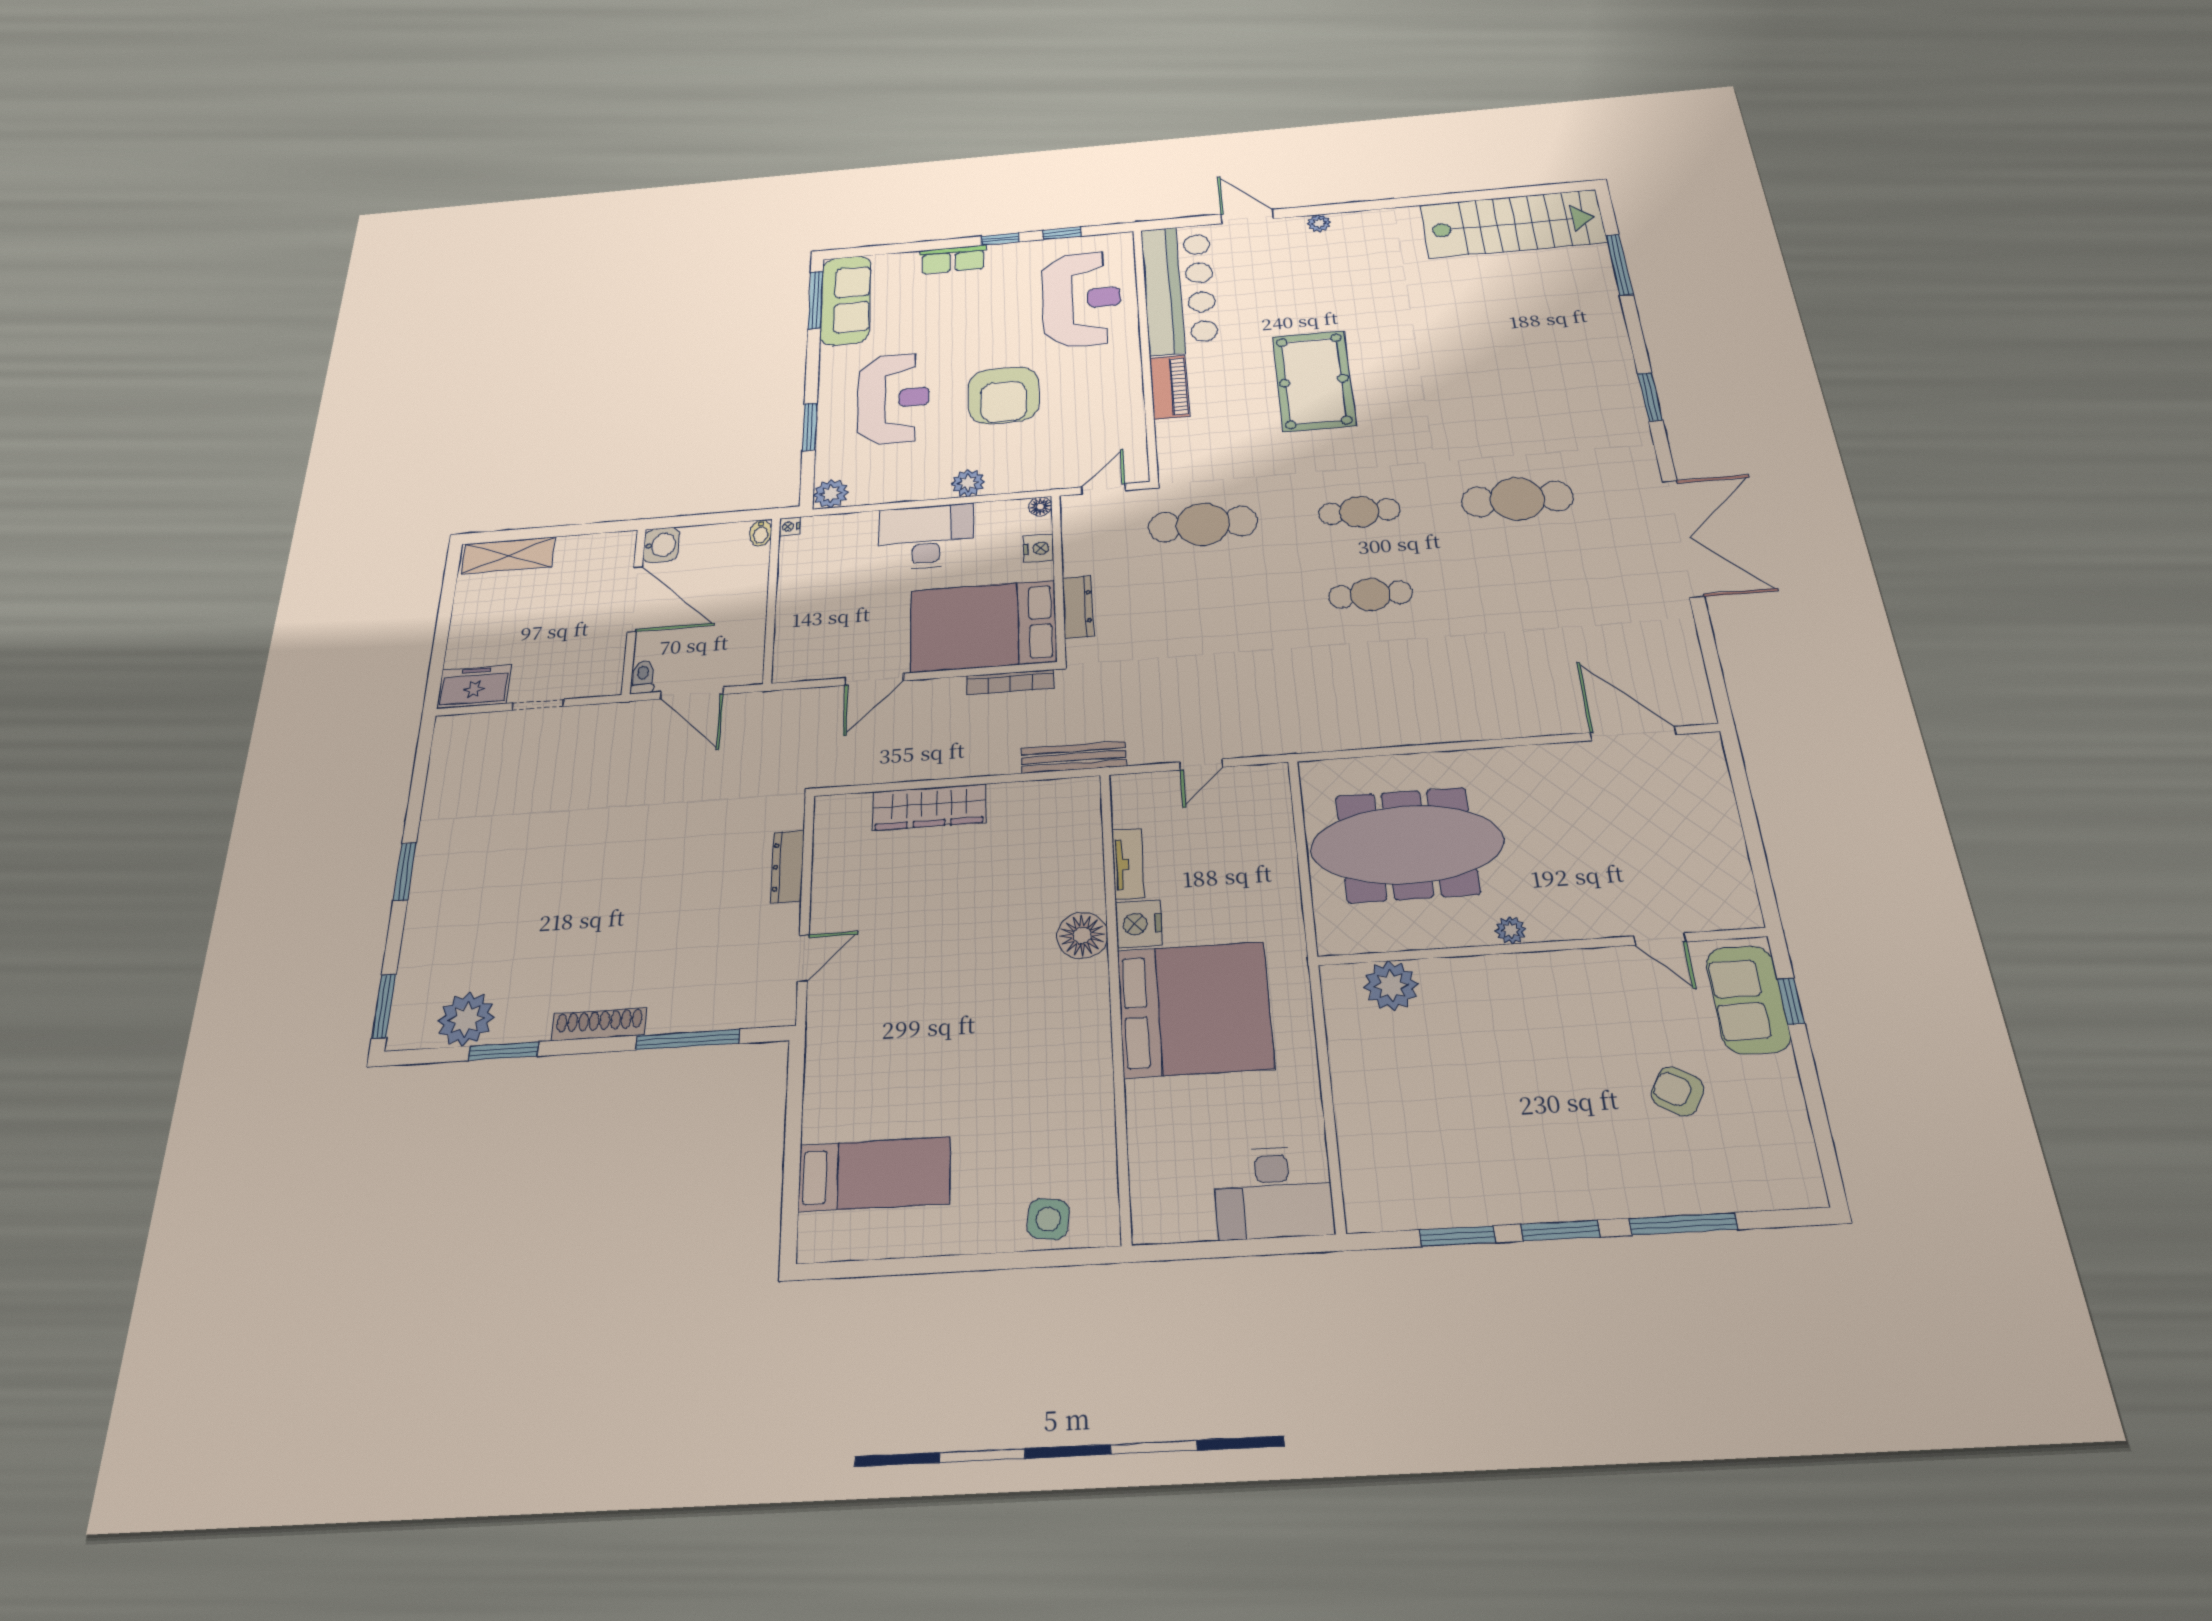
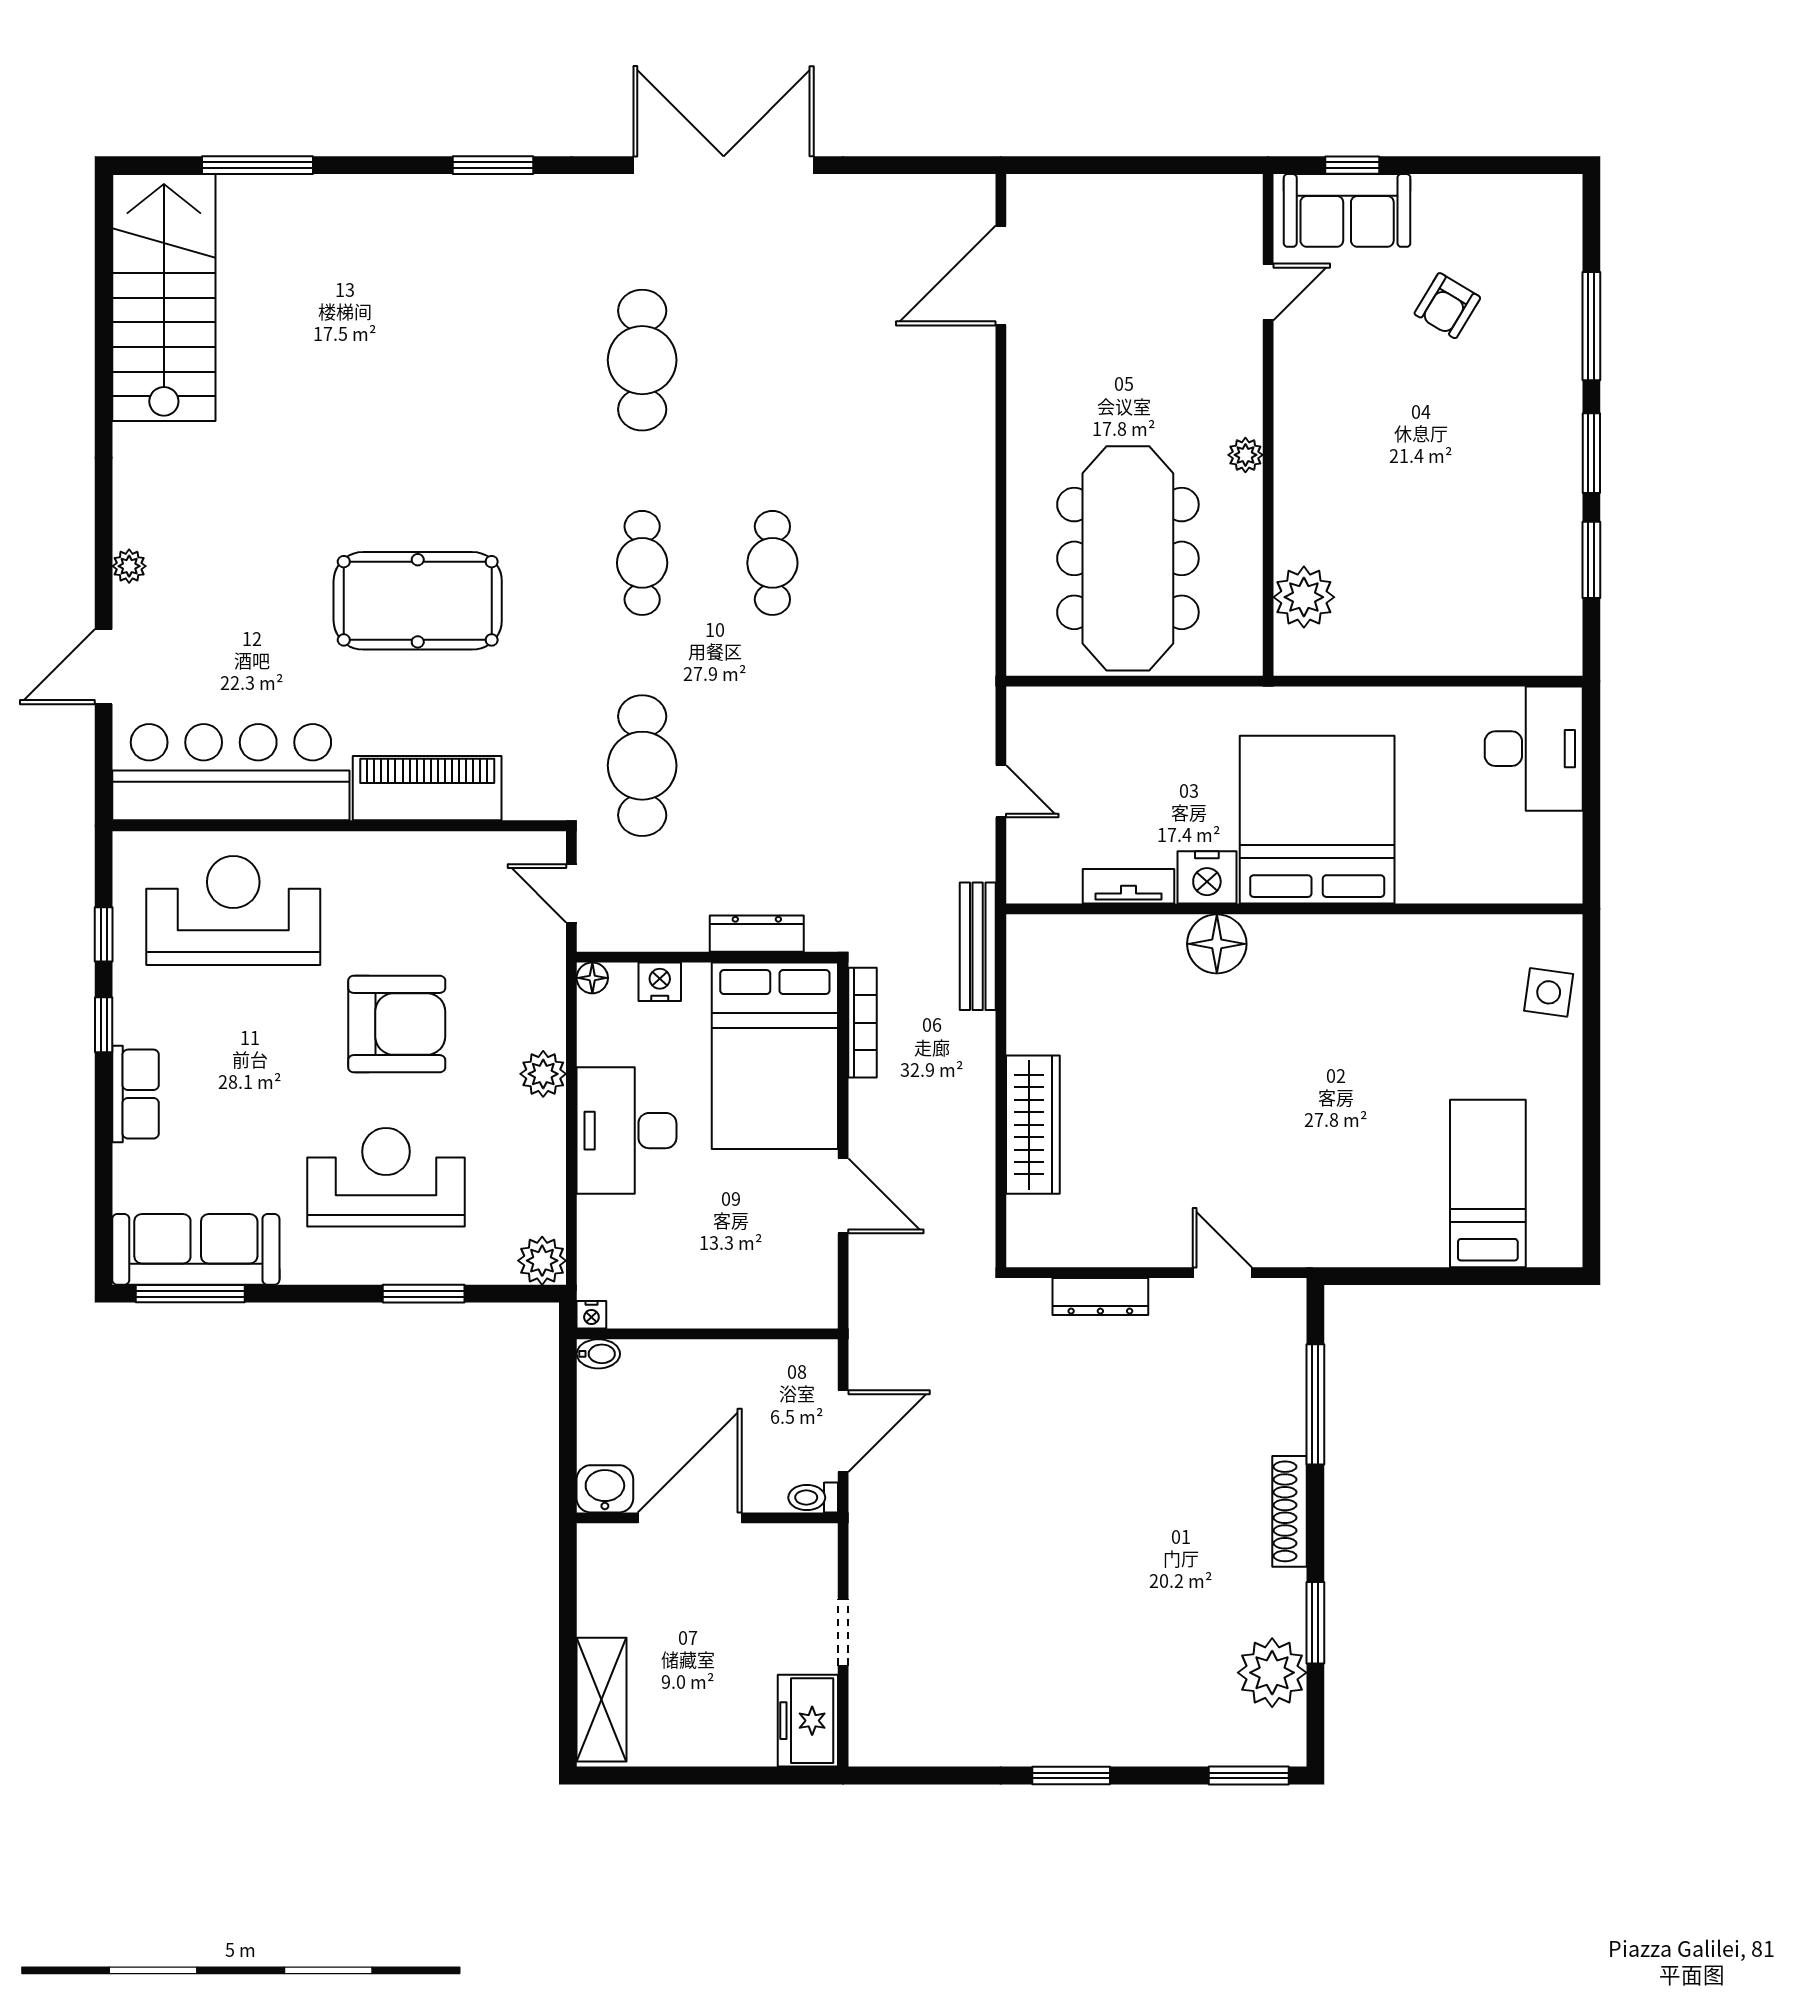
piano: (1169, 387) -> (427, 788), width x1.37, depth x1.33

